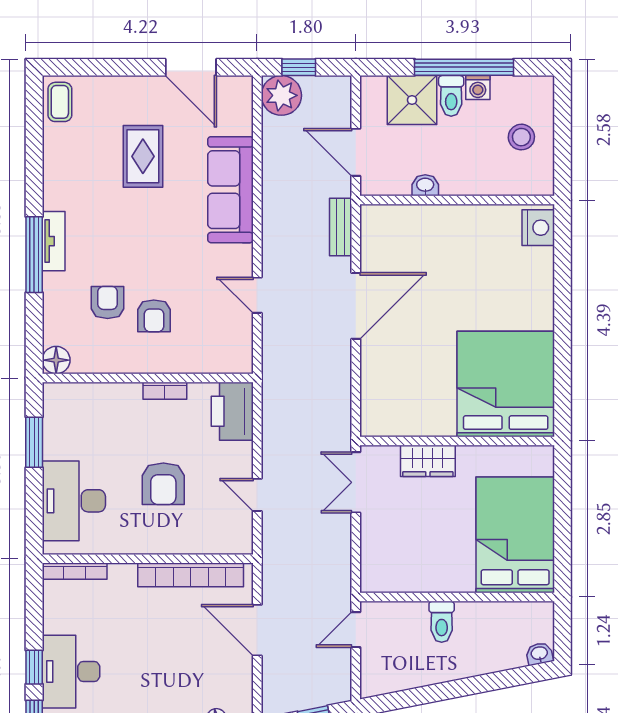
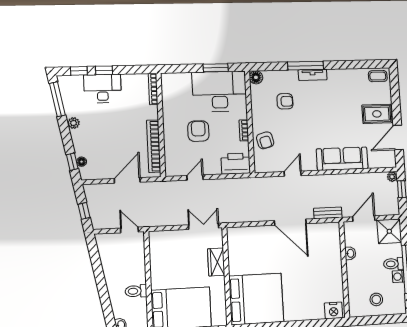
plant: (281, 95) -> (392, 177), width x0.53, depth x0.53
shower: (412, 100) -> (389, 231), moved
rug: (143, 156) -> (377, 114), moved
armchair: (154, 316) -> (265, 140), moved, turned -105
armchair: (163, 484) -> (198, 131), turned 90
desk: (74, 501) -> (219, 91), moved, width x1.36, depth x1.30
toilet: (442, 622) -> (136, 291), moved

